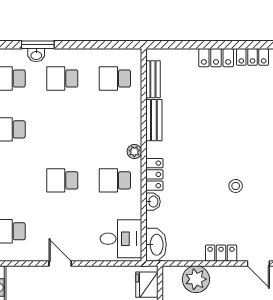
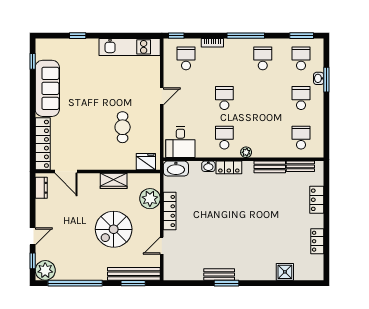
locker: (216, 58) -> (317, 200), moved
stool: (236, 186) -> (220, 229), removed
locker: (221, 253) -> (170, 211), width x1.53

